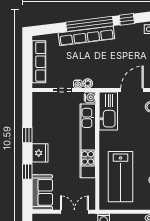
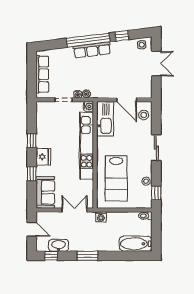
row of seats: (86, 36) -> (92, 50), width x0.73
door: (132, 90) -> (127, 100), swing flipped

